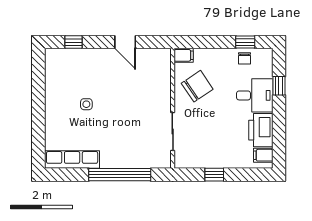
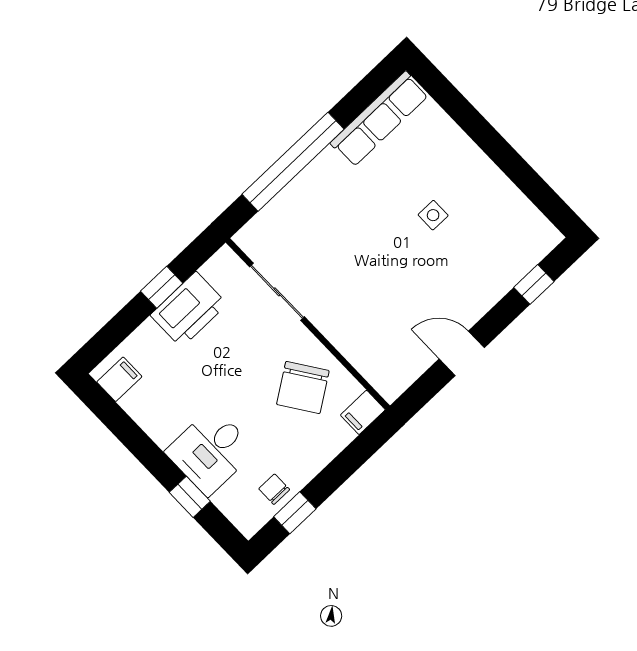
printer: (261, 130) -> (189, 310), moved, turned 90

